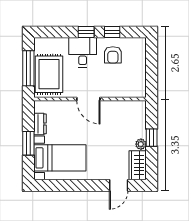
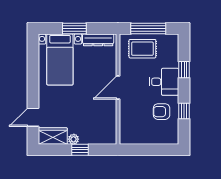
window: (86, 32) -> (184, 70), moved
rug: (49, 74) -> (142, 49), width x0.73, depth x0.70
dresser: (40, 124) -> (98, 40), width x1.44
door: (119, 185) -> (33, 117), hinge flipped

